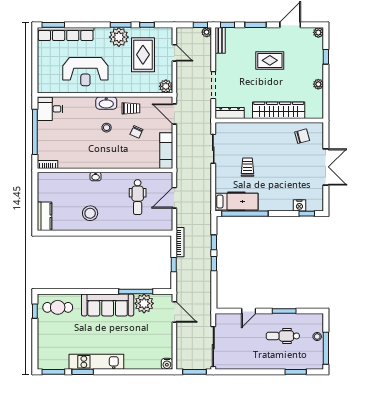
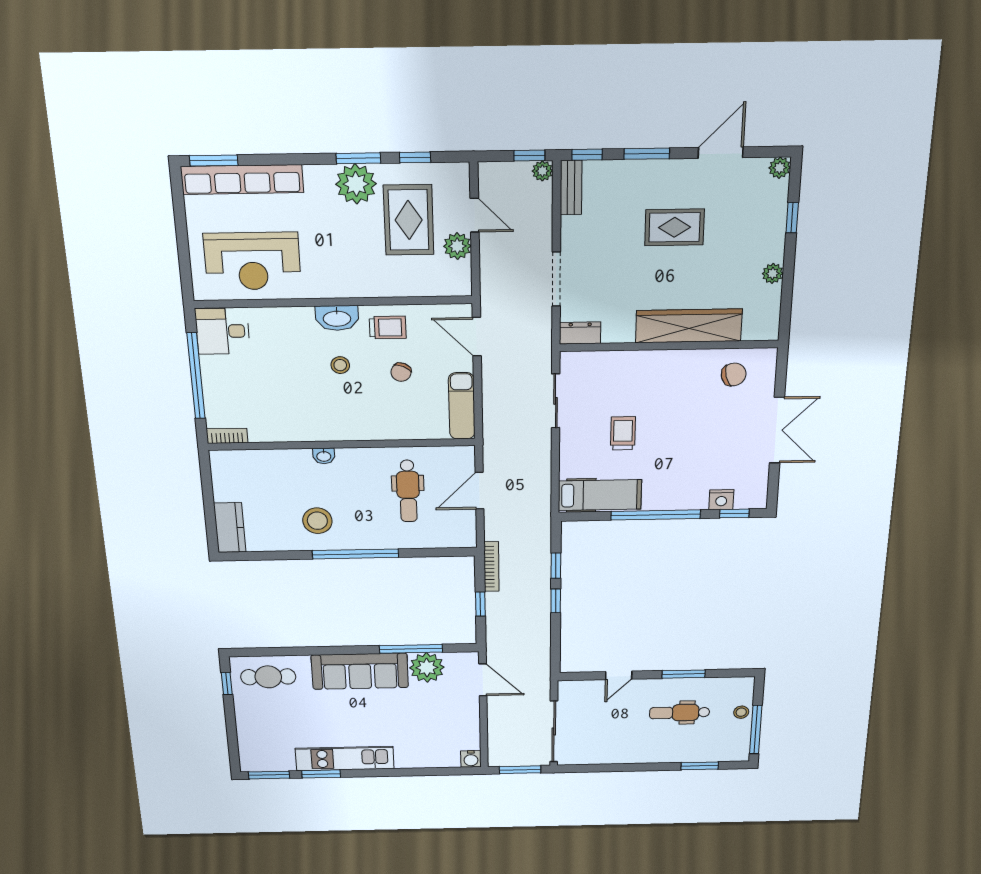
reception desk: (85, 72) -> (252, 261), moved
plant: (166, 86) -> (457, 246), moved
dresser: (230, 113) -> (580, 333), width x0.70
window: (245, 214) -> (656, 515), moved
window: (109, 233) -> (356, 554), added

